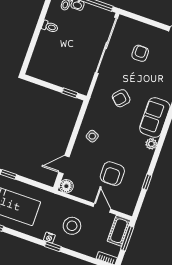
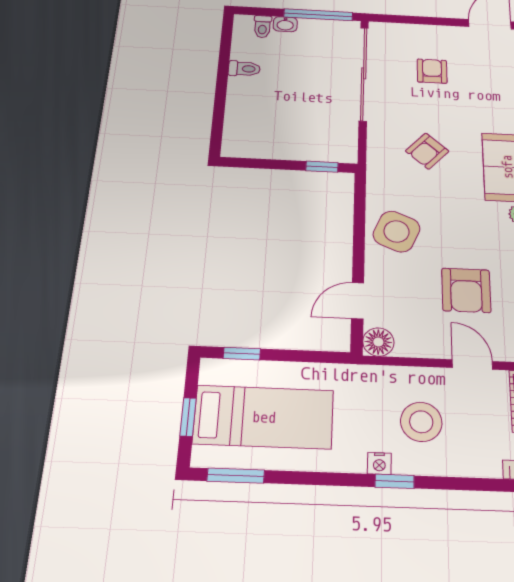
side table: (92, 136) -> (397, 231), width x1.87, depth x1.87

